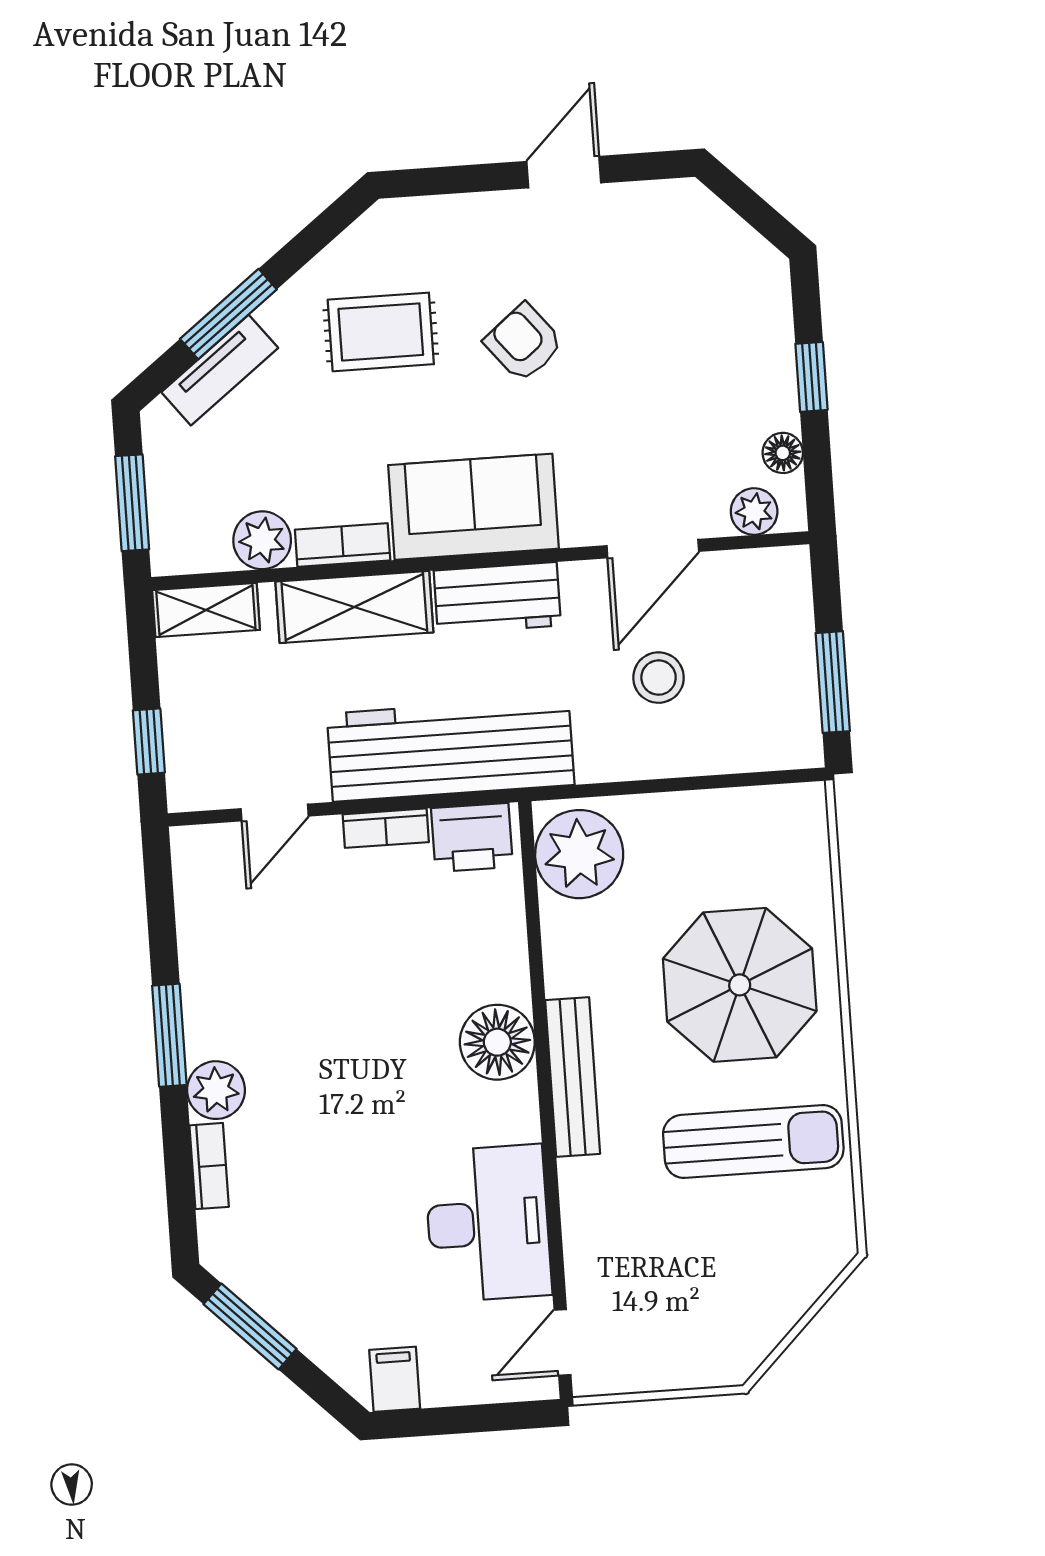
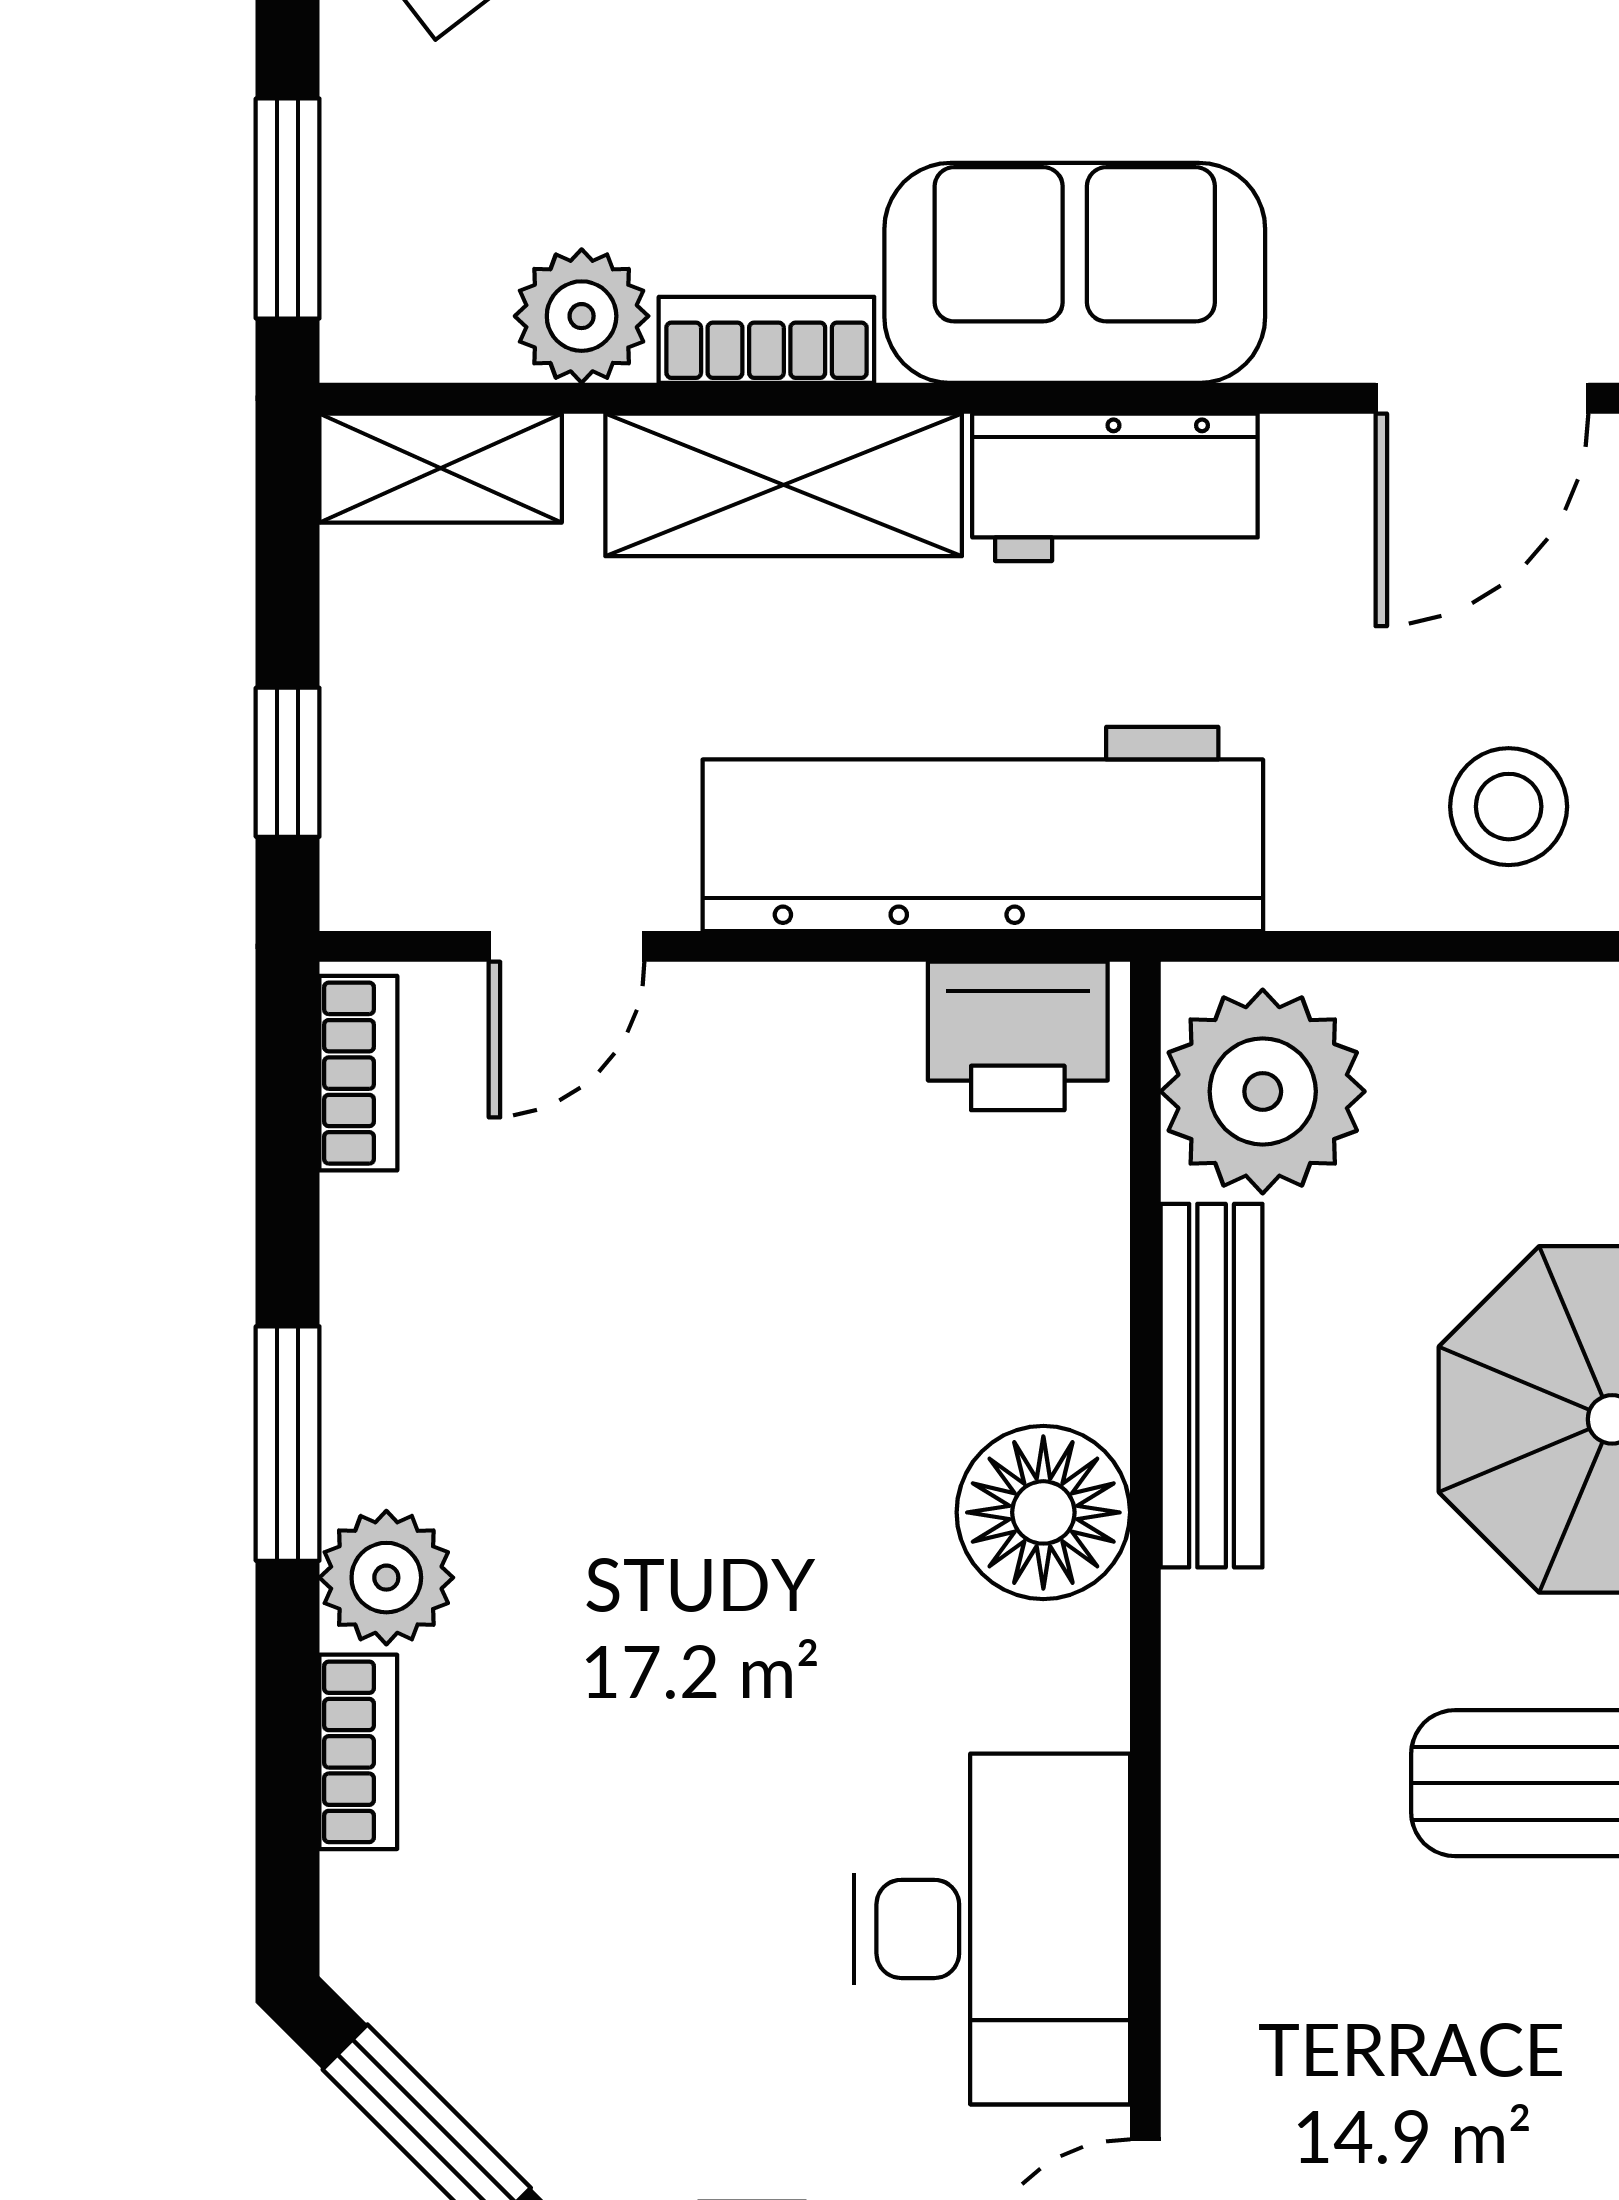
stool: (659, 678) -> (1509, 807), moved
bookcase: (386, 828) -> (358, 1073), moved, turned -90
bench: (573, 1077) -> (1212, 1386), moved

